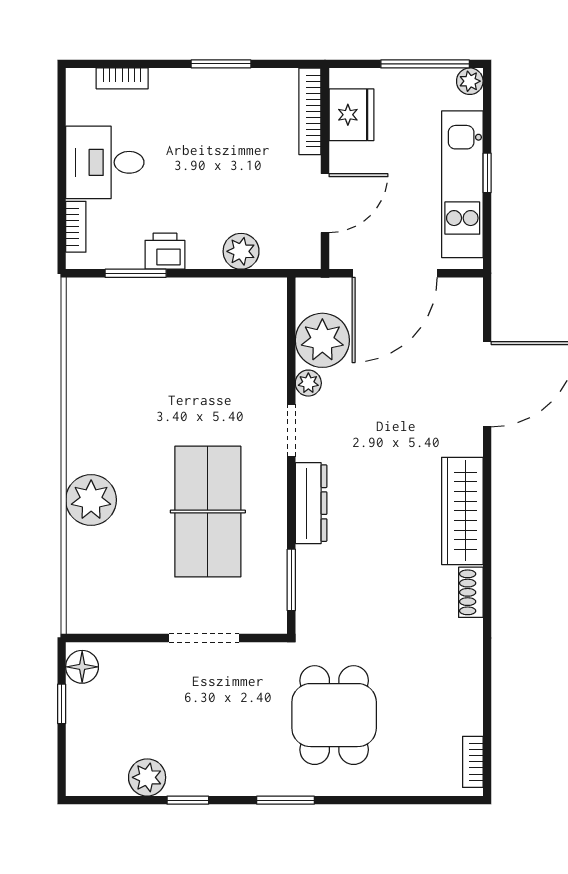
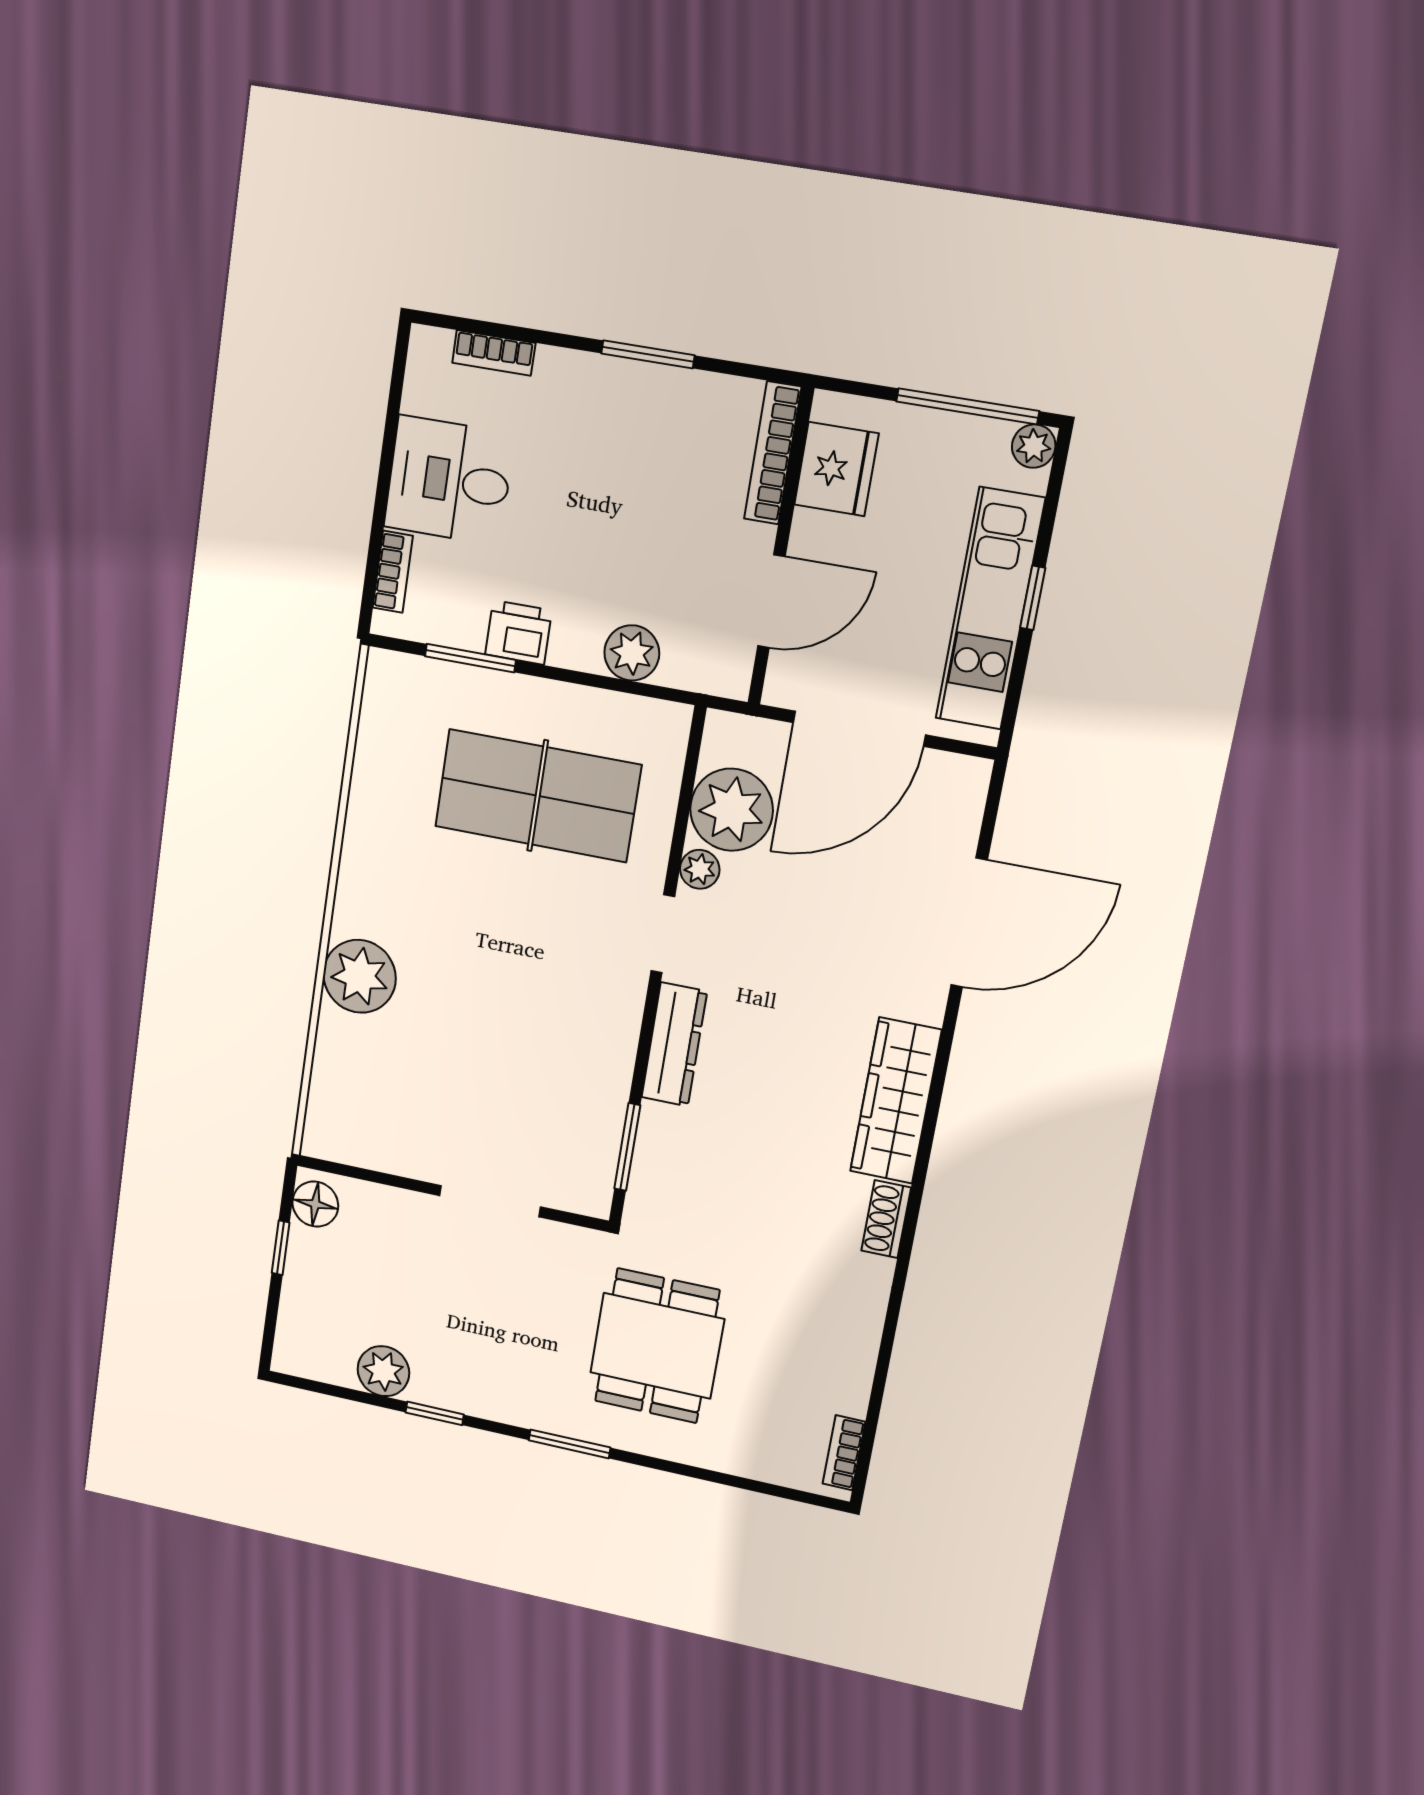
table tennis table: (208, 512) -> (538, 796), moved, turned 90

